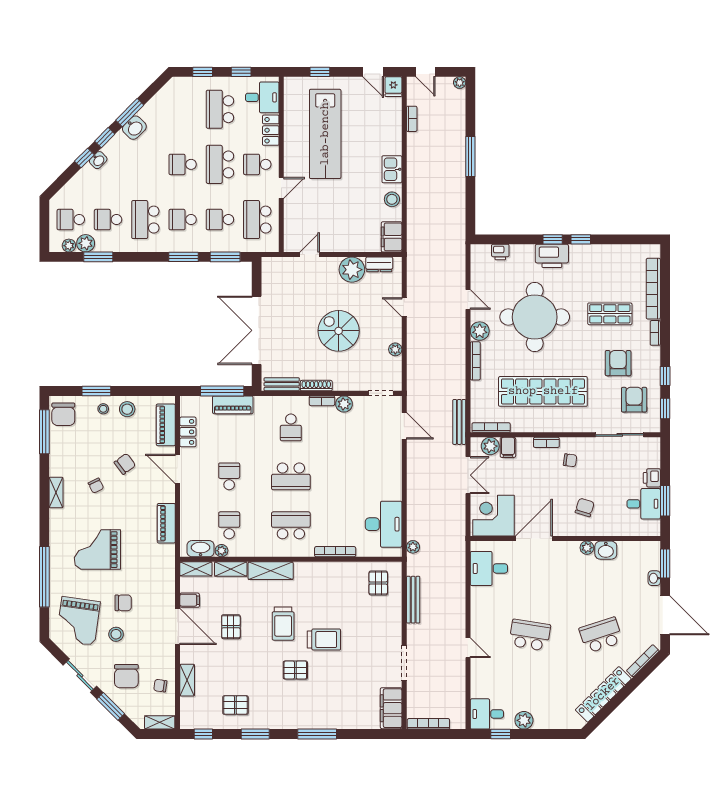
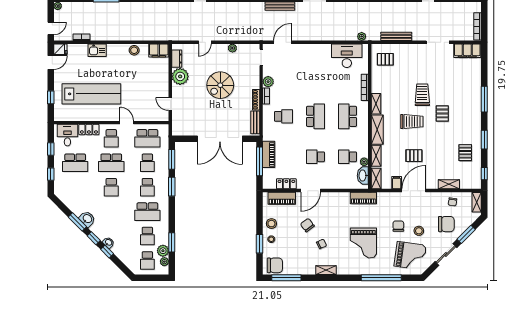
kitchen sink: (392, 169) -> (97, 50), moved
piano: (166, 523) -> (363, 198), moved
shelving: (310, 569) -> (376, 104), added

